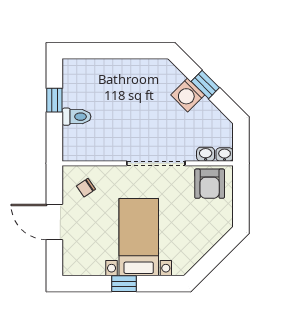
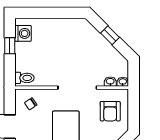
washing machine: (188, 95) -> (23, 33), moved, turned -135
toilet: (77, 117) -> (24, 78), moved
armchair: (210, 184) -> (110, 111), moved

